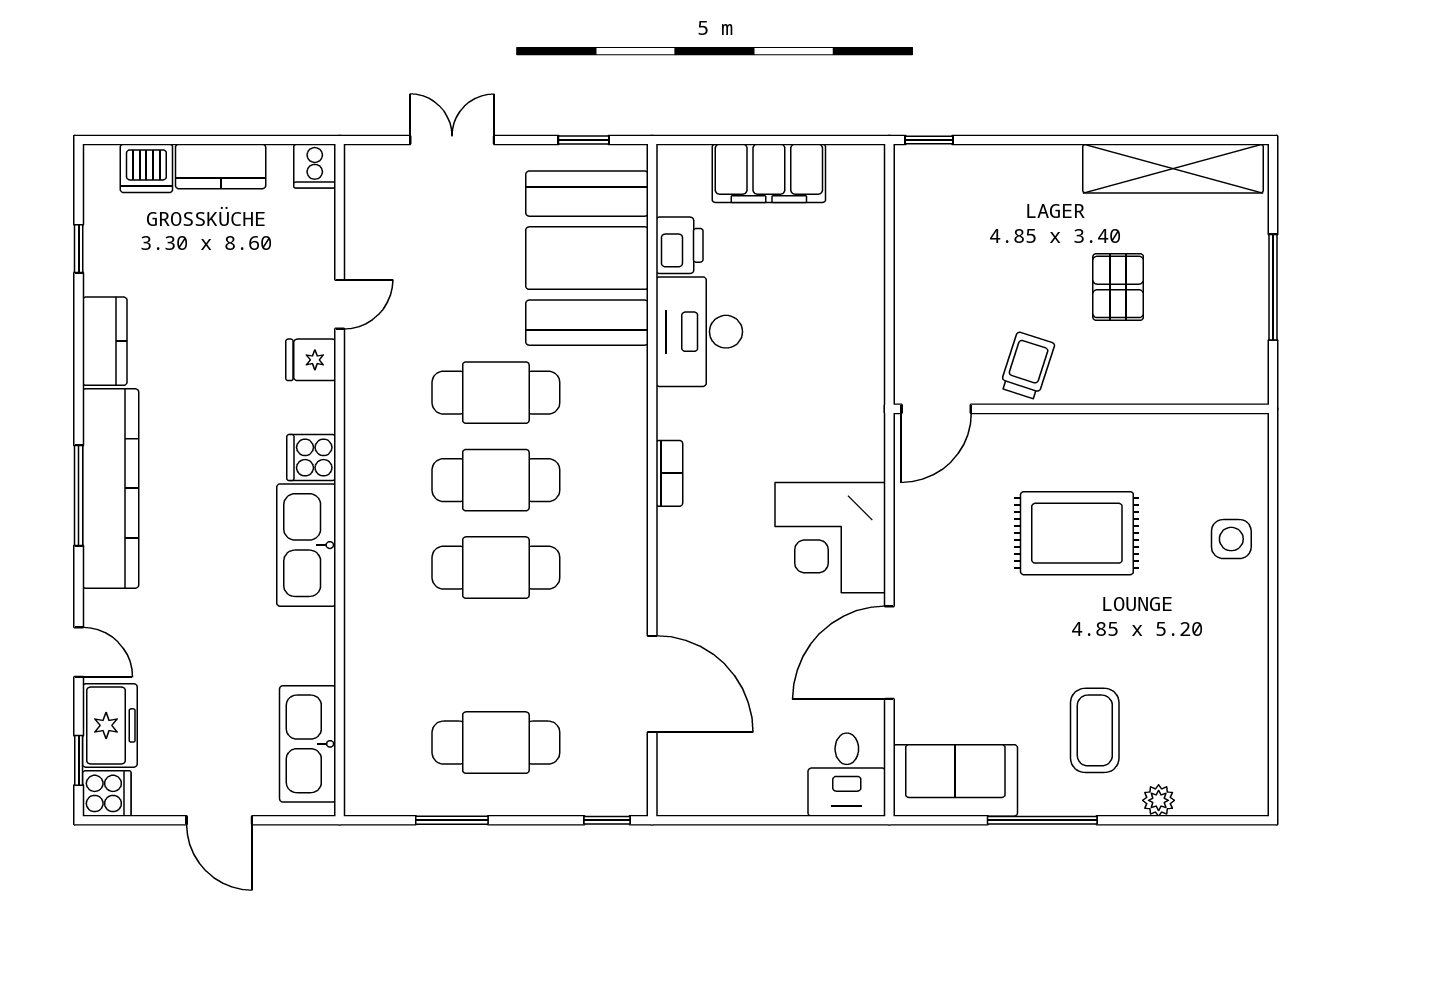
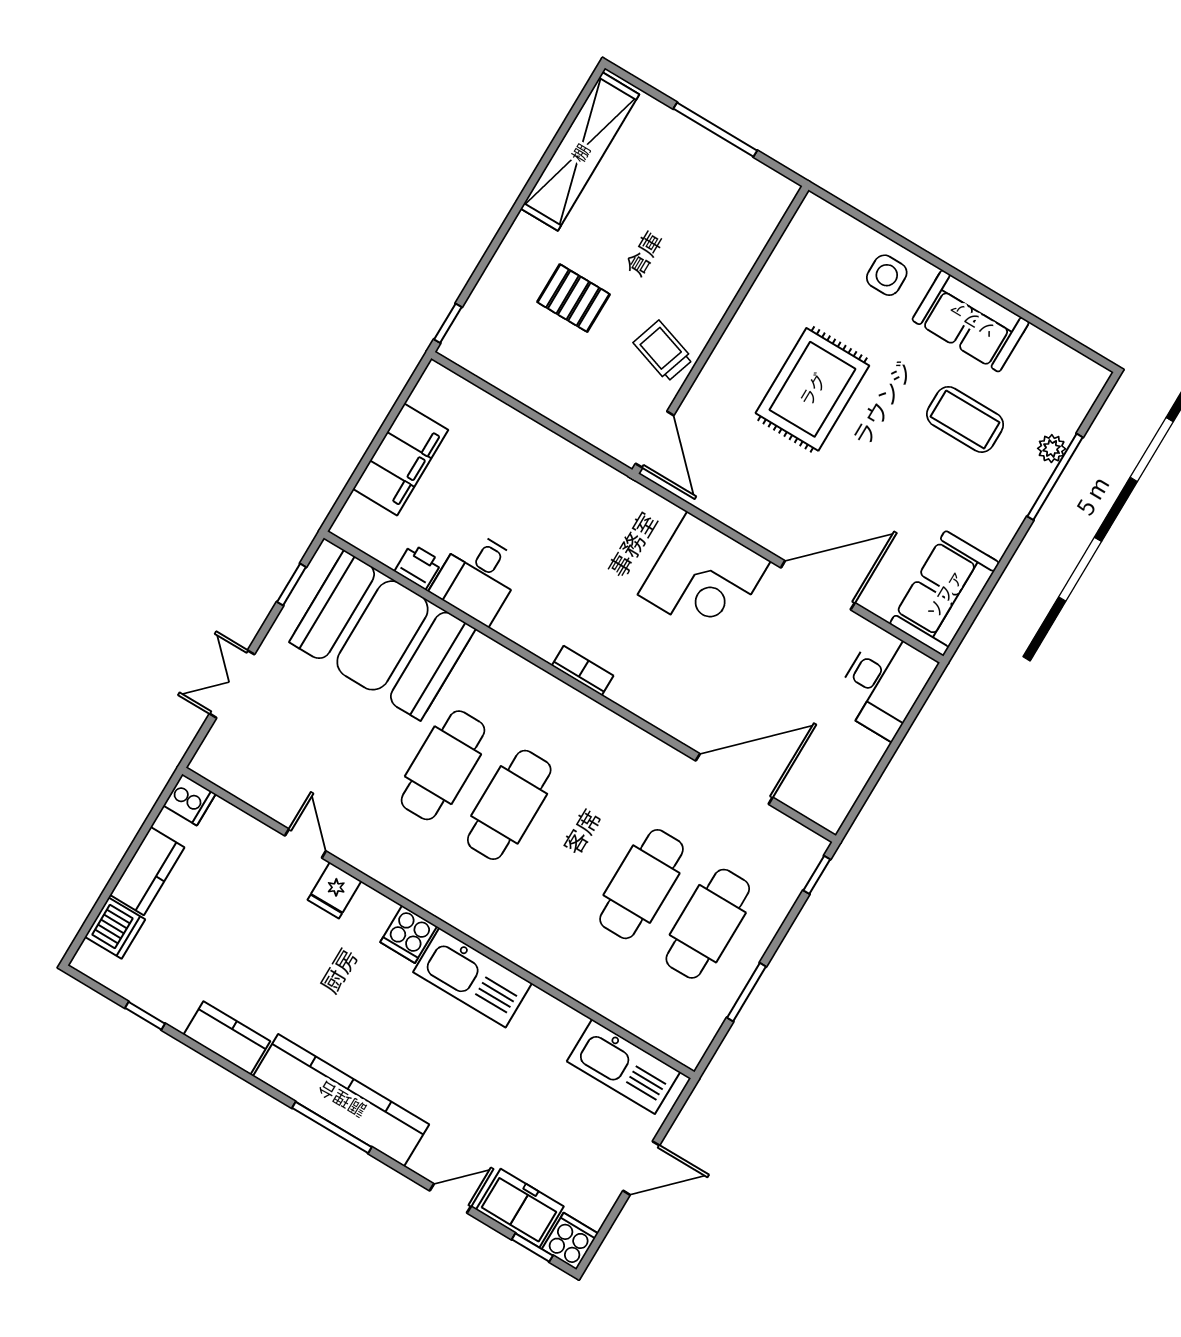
printer: (679, 245) -> (418, 567), width x0.73, depth x0.81
pallet: (1118, 287) -> (573, 298), moved
desk: (699, 332) -> (478, 577), width x0.73
cafe table: (496, 568) -> (642, 884), moved
sofa: (1236, 647) -> (971, 321), added
door: (889, 653) -> (818, 585), swing flipped
coffee table: (1095, 730) -> (965, 419), moved
desk: (847, 775) -> (884, 684), width x1.37
window: (1042, 820) -> (1055, 477), moved

